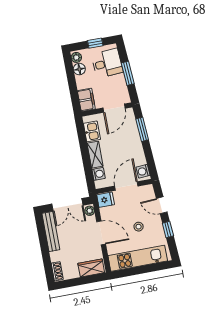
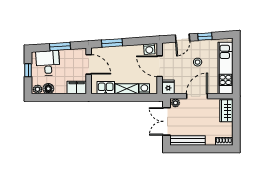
double door: (67, 205) -> (166, 121), swing flipped

